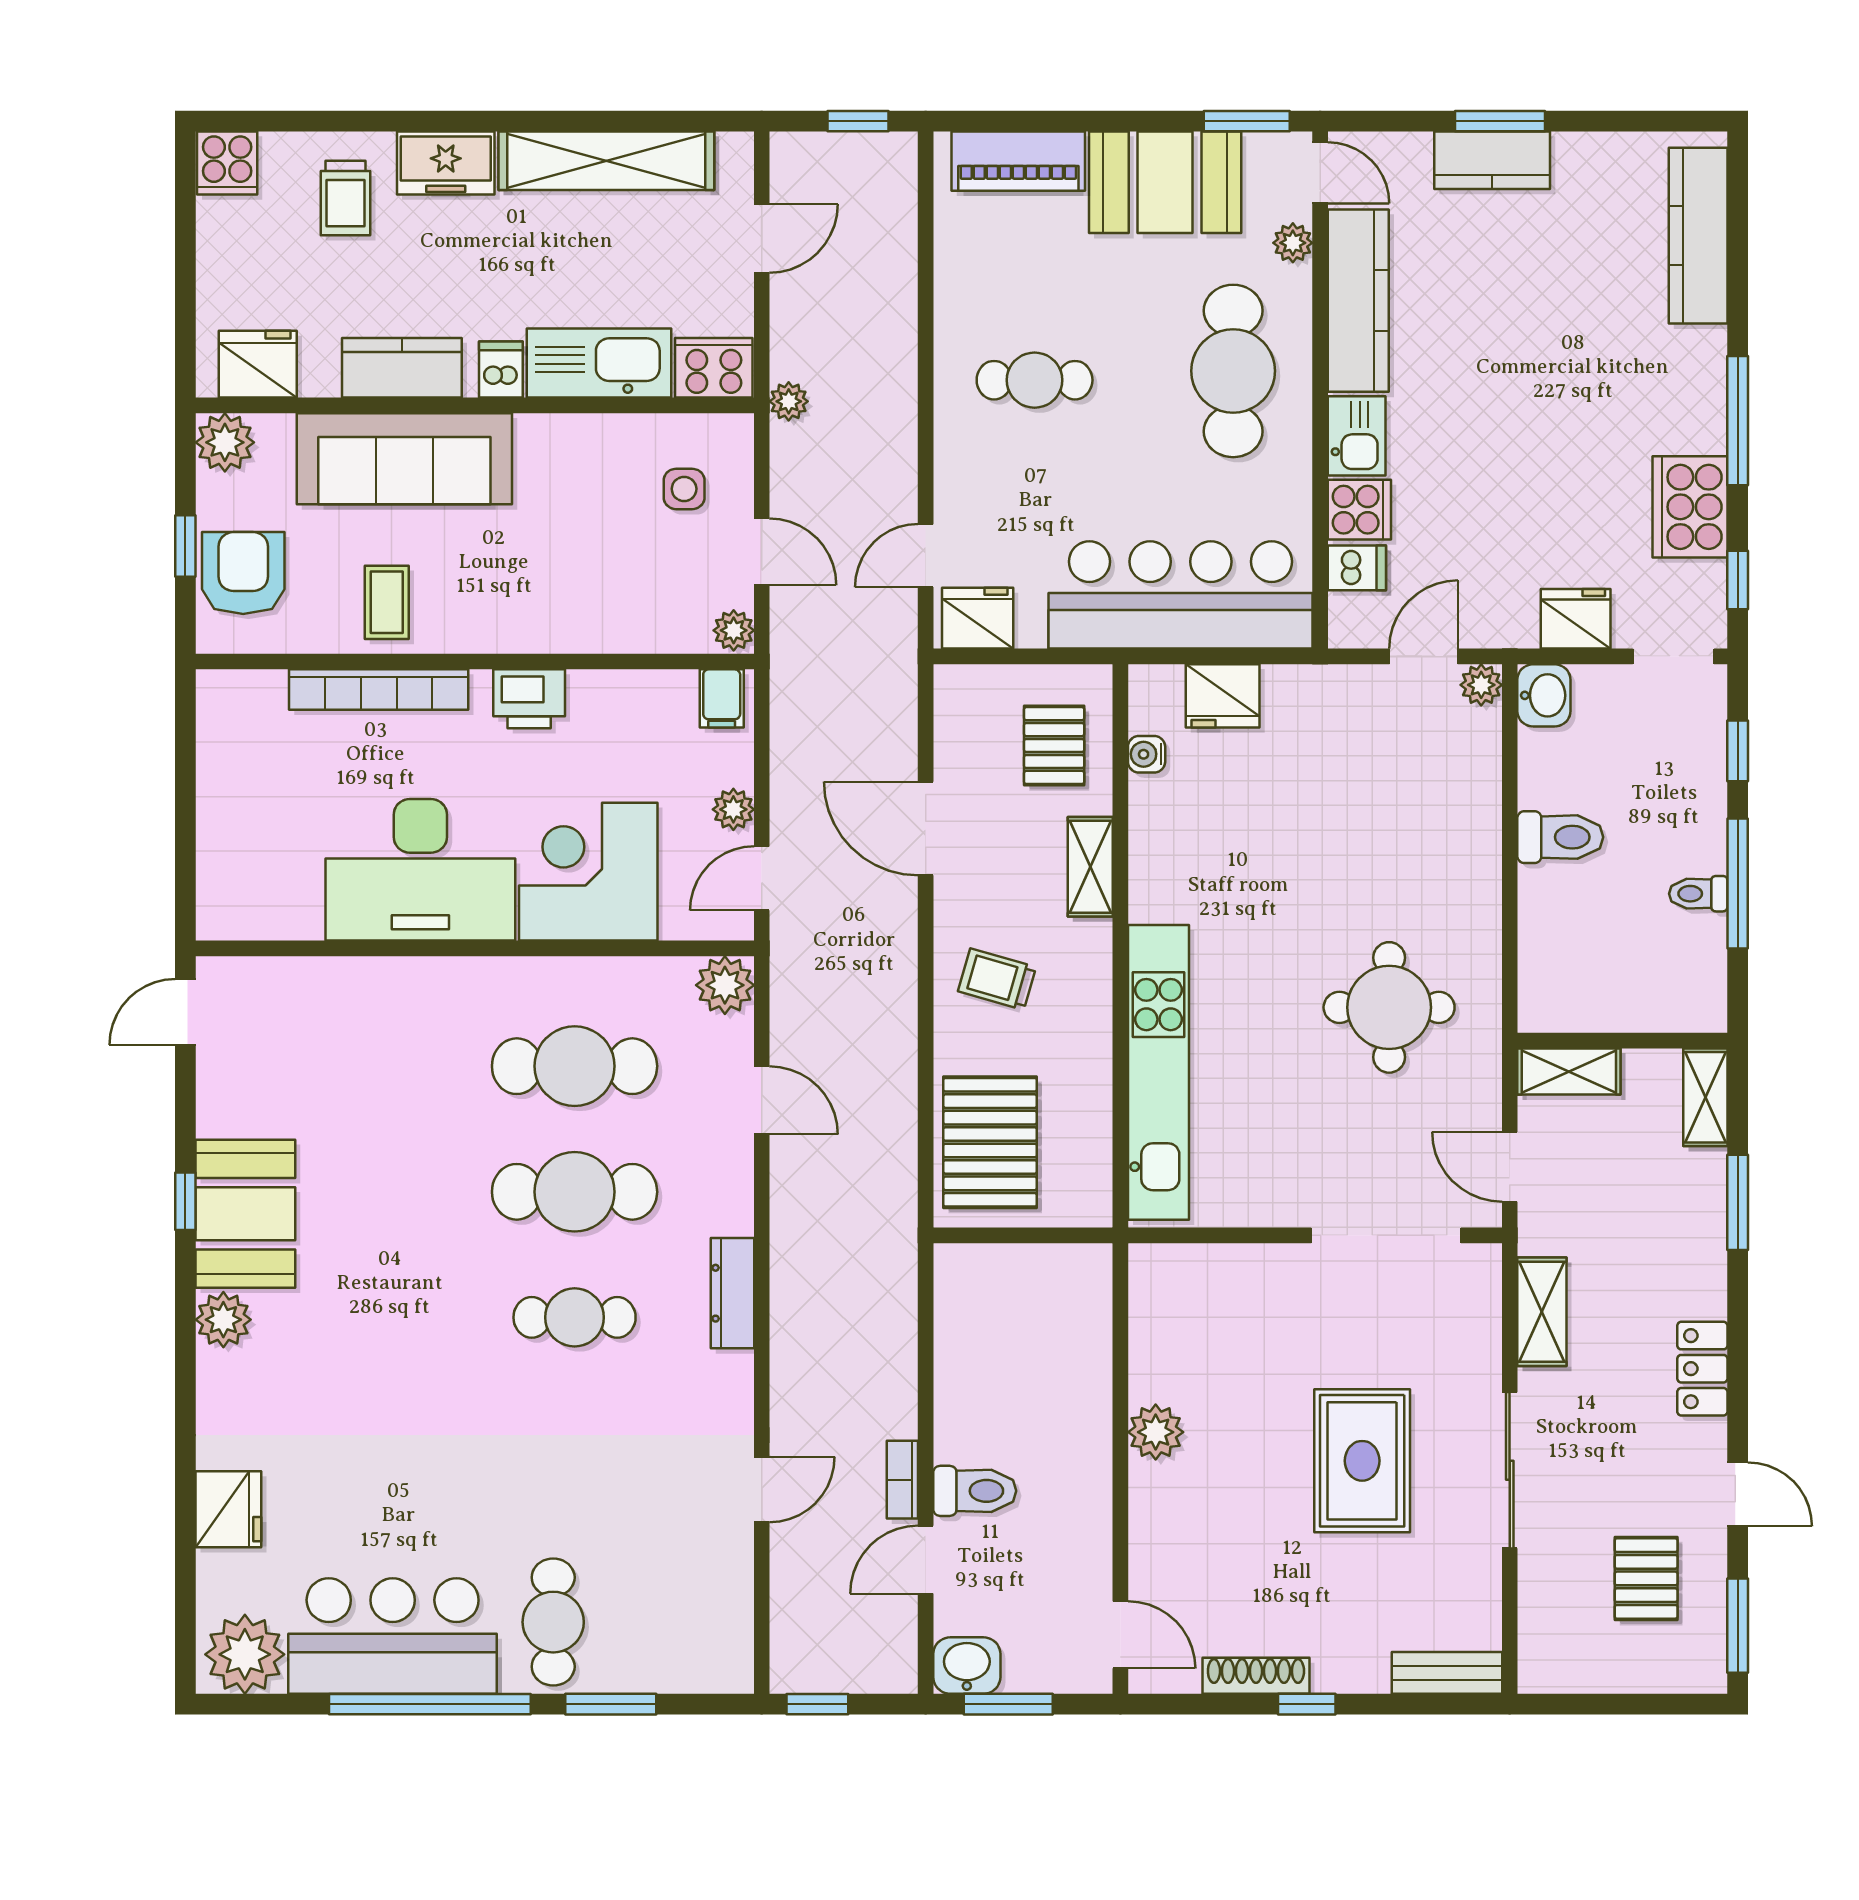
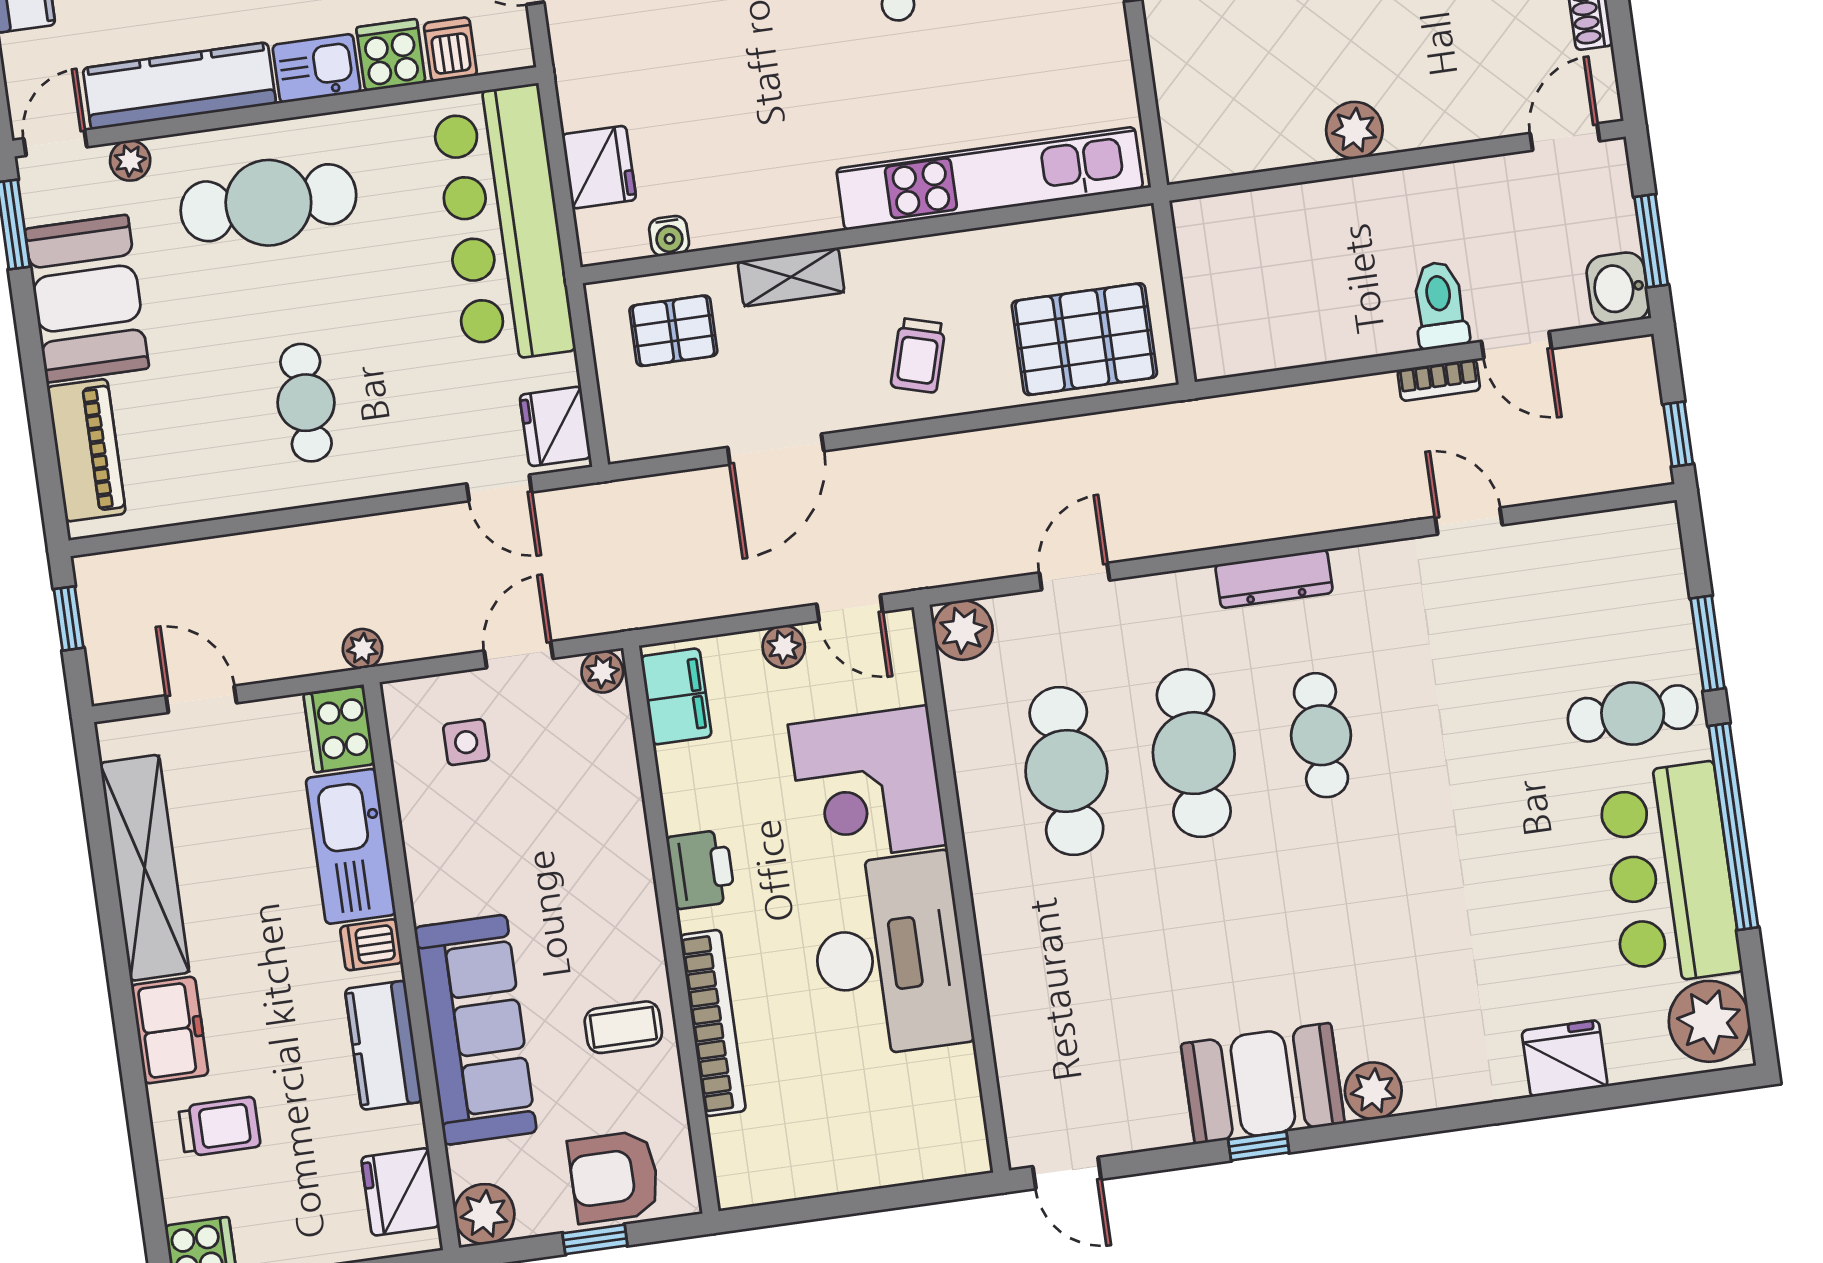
filing cabinet: (722, 698) -> (676, 696), width x2.00

